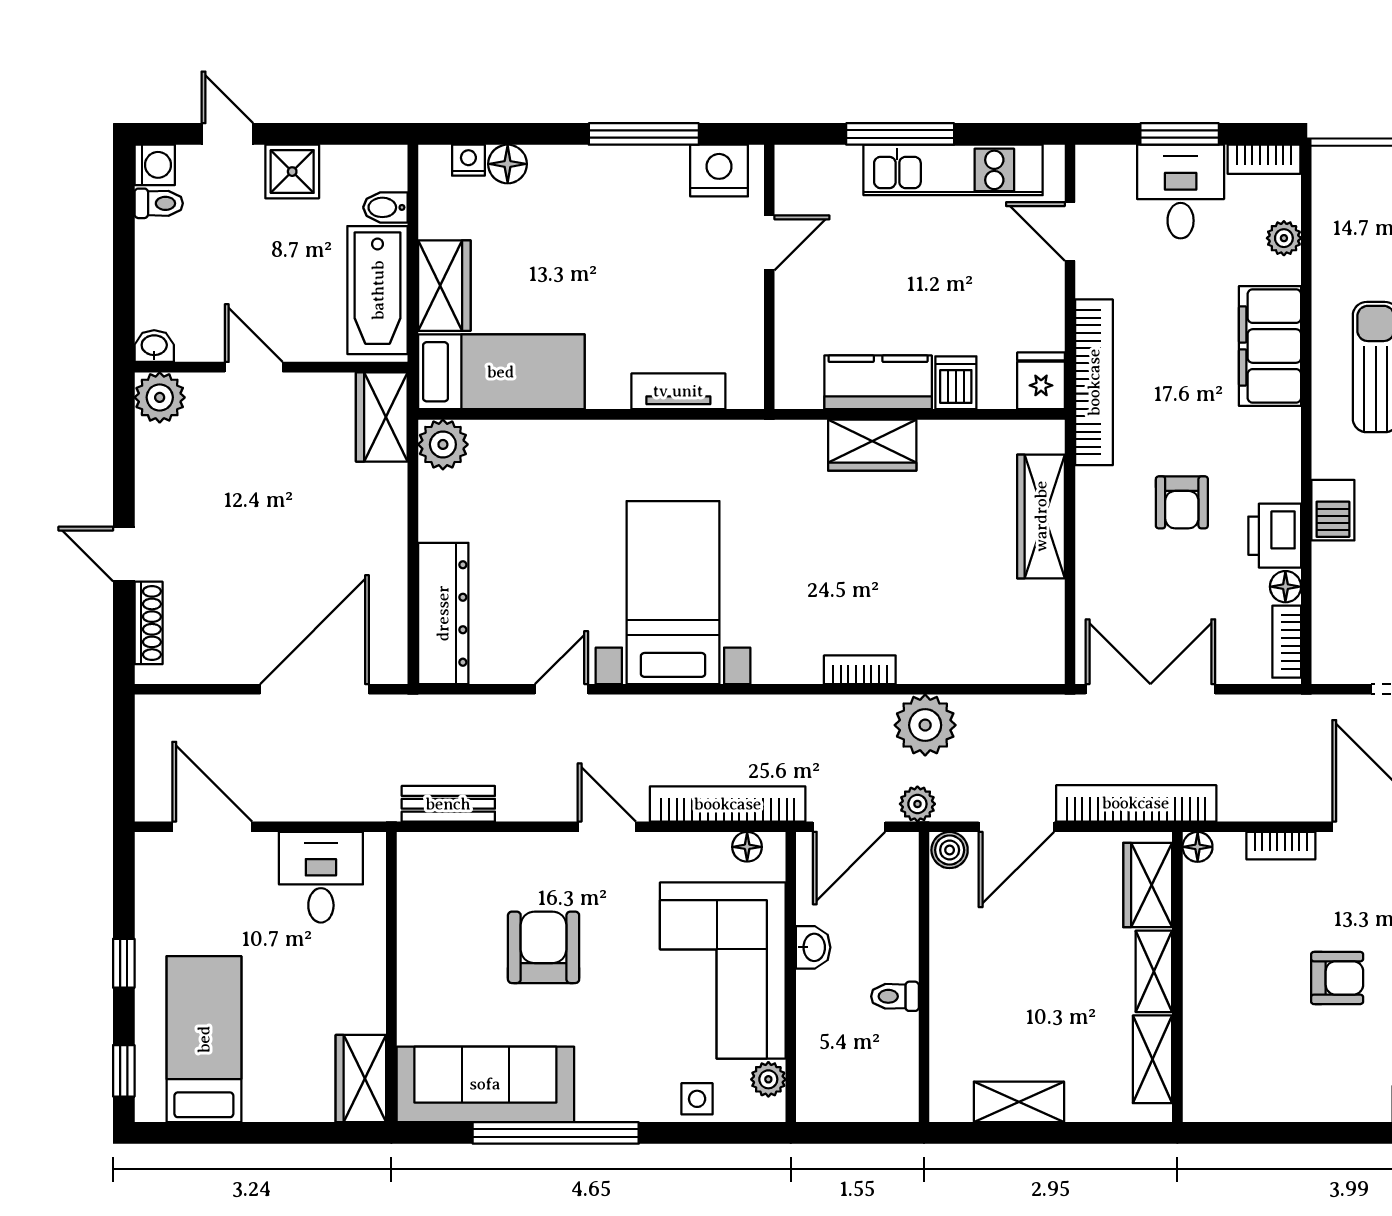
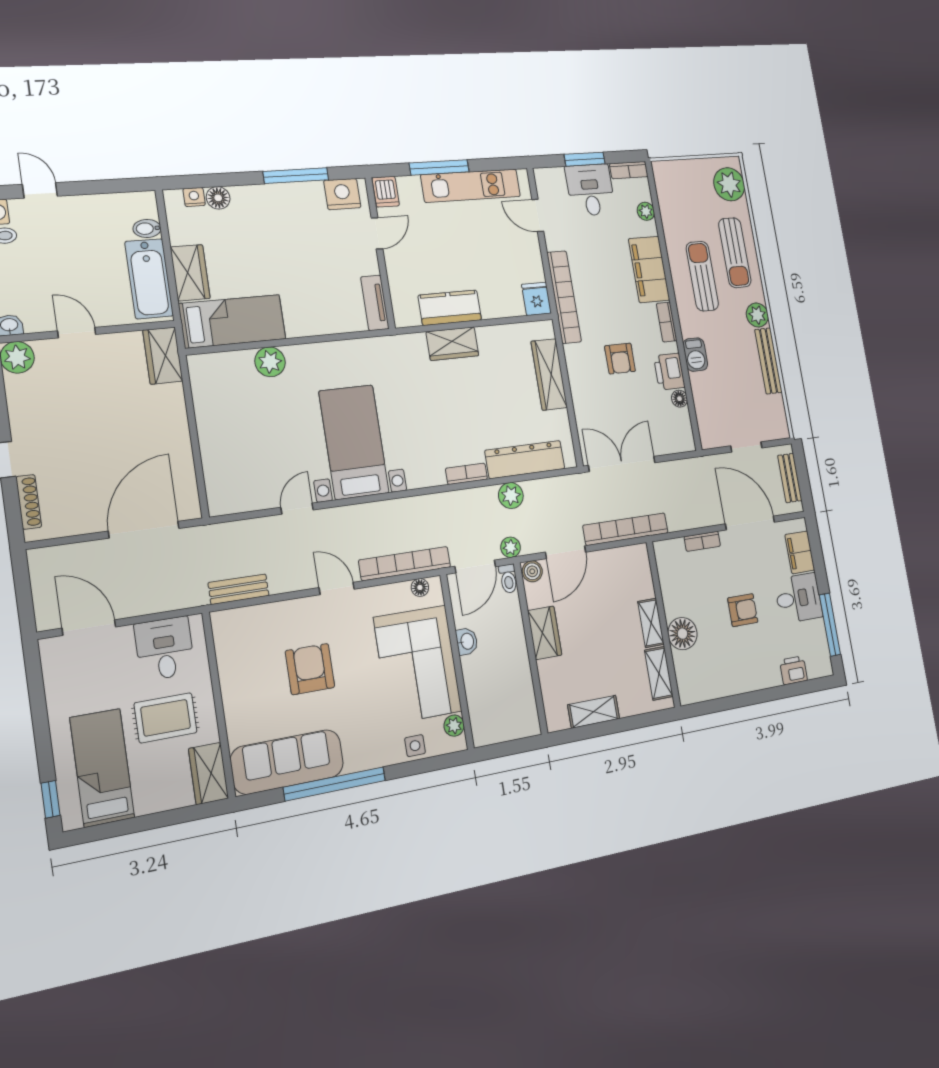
shower: (292, 172) -> (85, 211), removed
dishwasher: (956, 383) -> (386, 192), moved, turned 180
tv unit: (678, 391) -> (375, 303), moved, turned -90
plant: (443, 444) -> (270, 362), moved
dresser: (443, 613) -> (525, 460), moved, turned -90
bookcase: (1287, 642) -> (667, 322), moved
plant: (925, 725) -> (511, 496), width x0.73, depth x0.73
floor lamp: (1198, 847) -> (682, 634), moved, width x1.89, depth x1.89
wardrobe: (1148, 885) -> (545, 633), moved, turned 180
window: (124, 963) -> (41, 727), removed
rug: (308, 982) -> (166, 718), added
toilet: (895, 996) -> (508, 579), moved, turned -90

